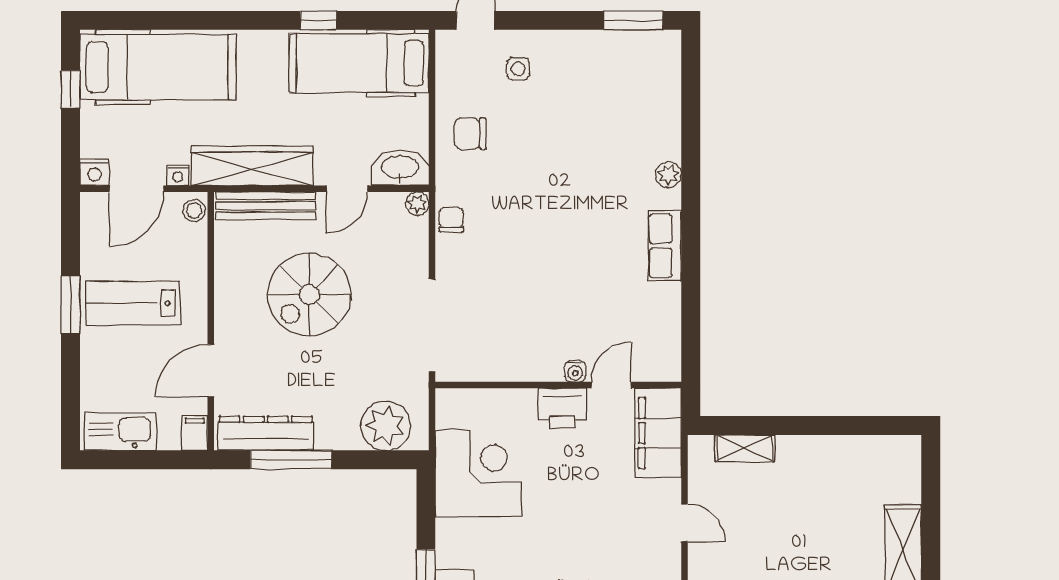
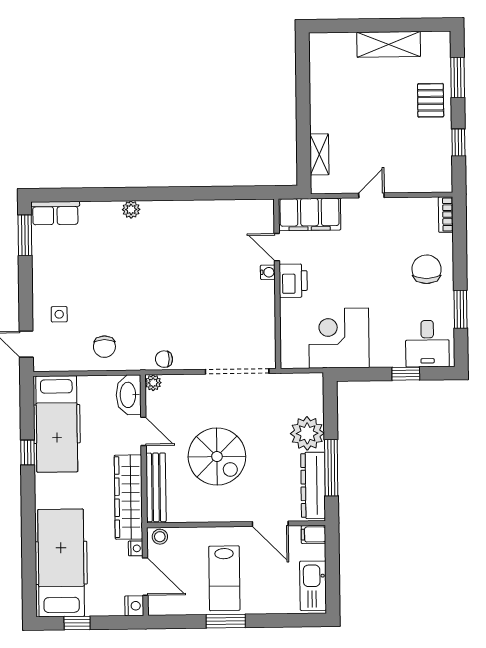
row of seats: (665, 246) -> (55, 213), moved
plant: (386, 426) -> (307, 433), moved

